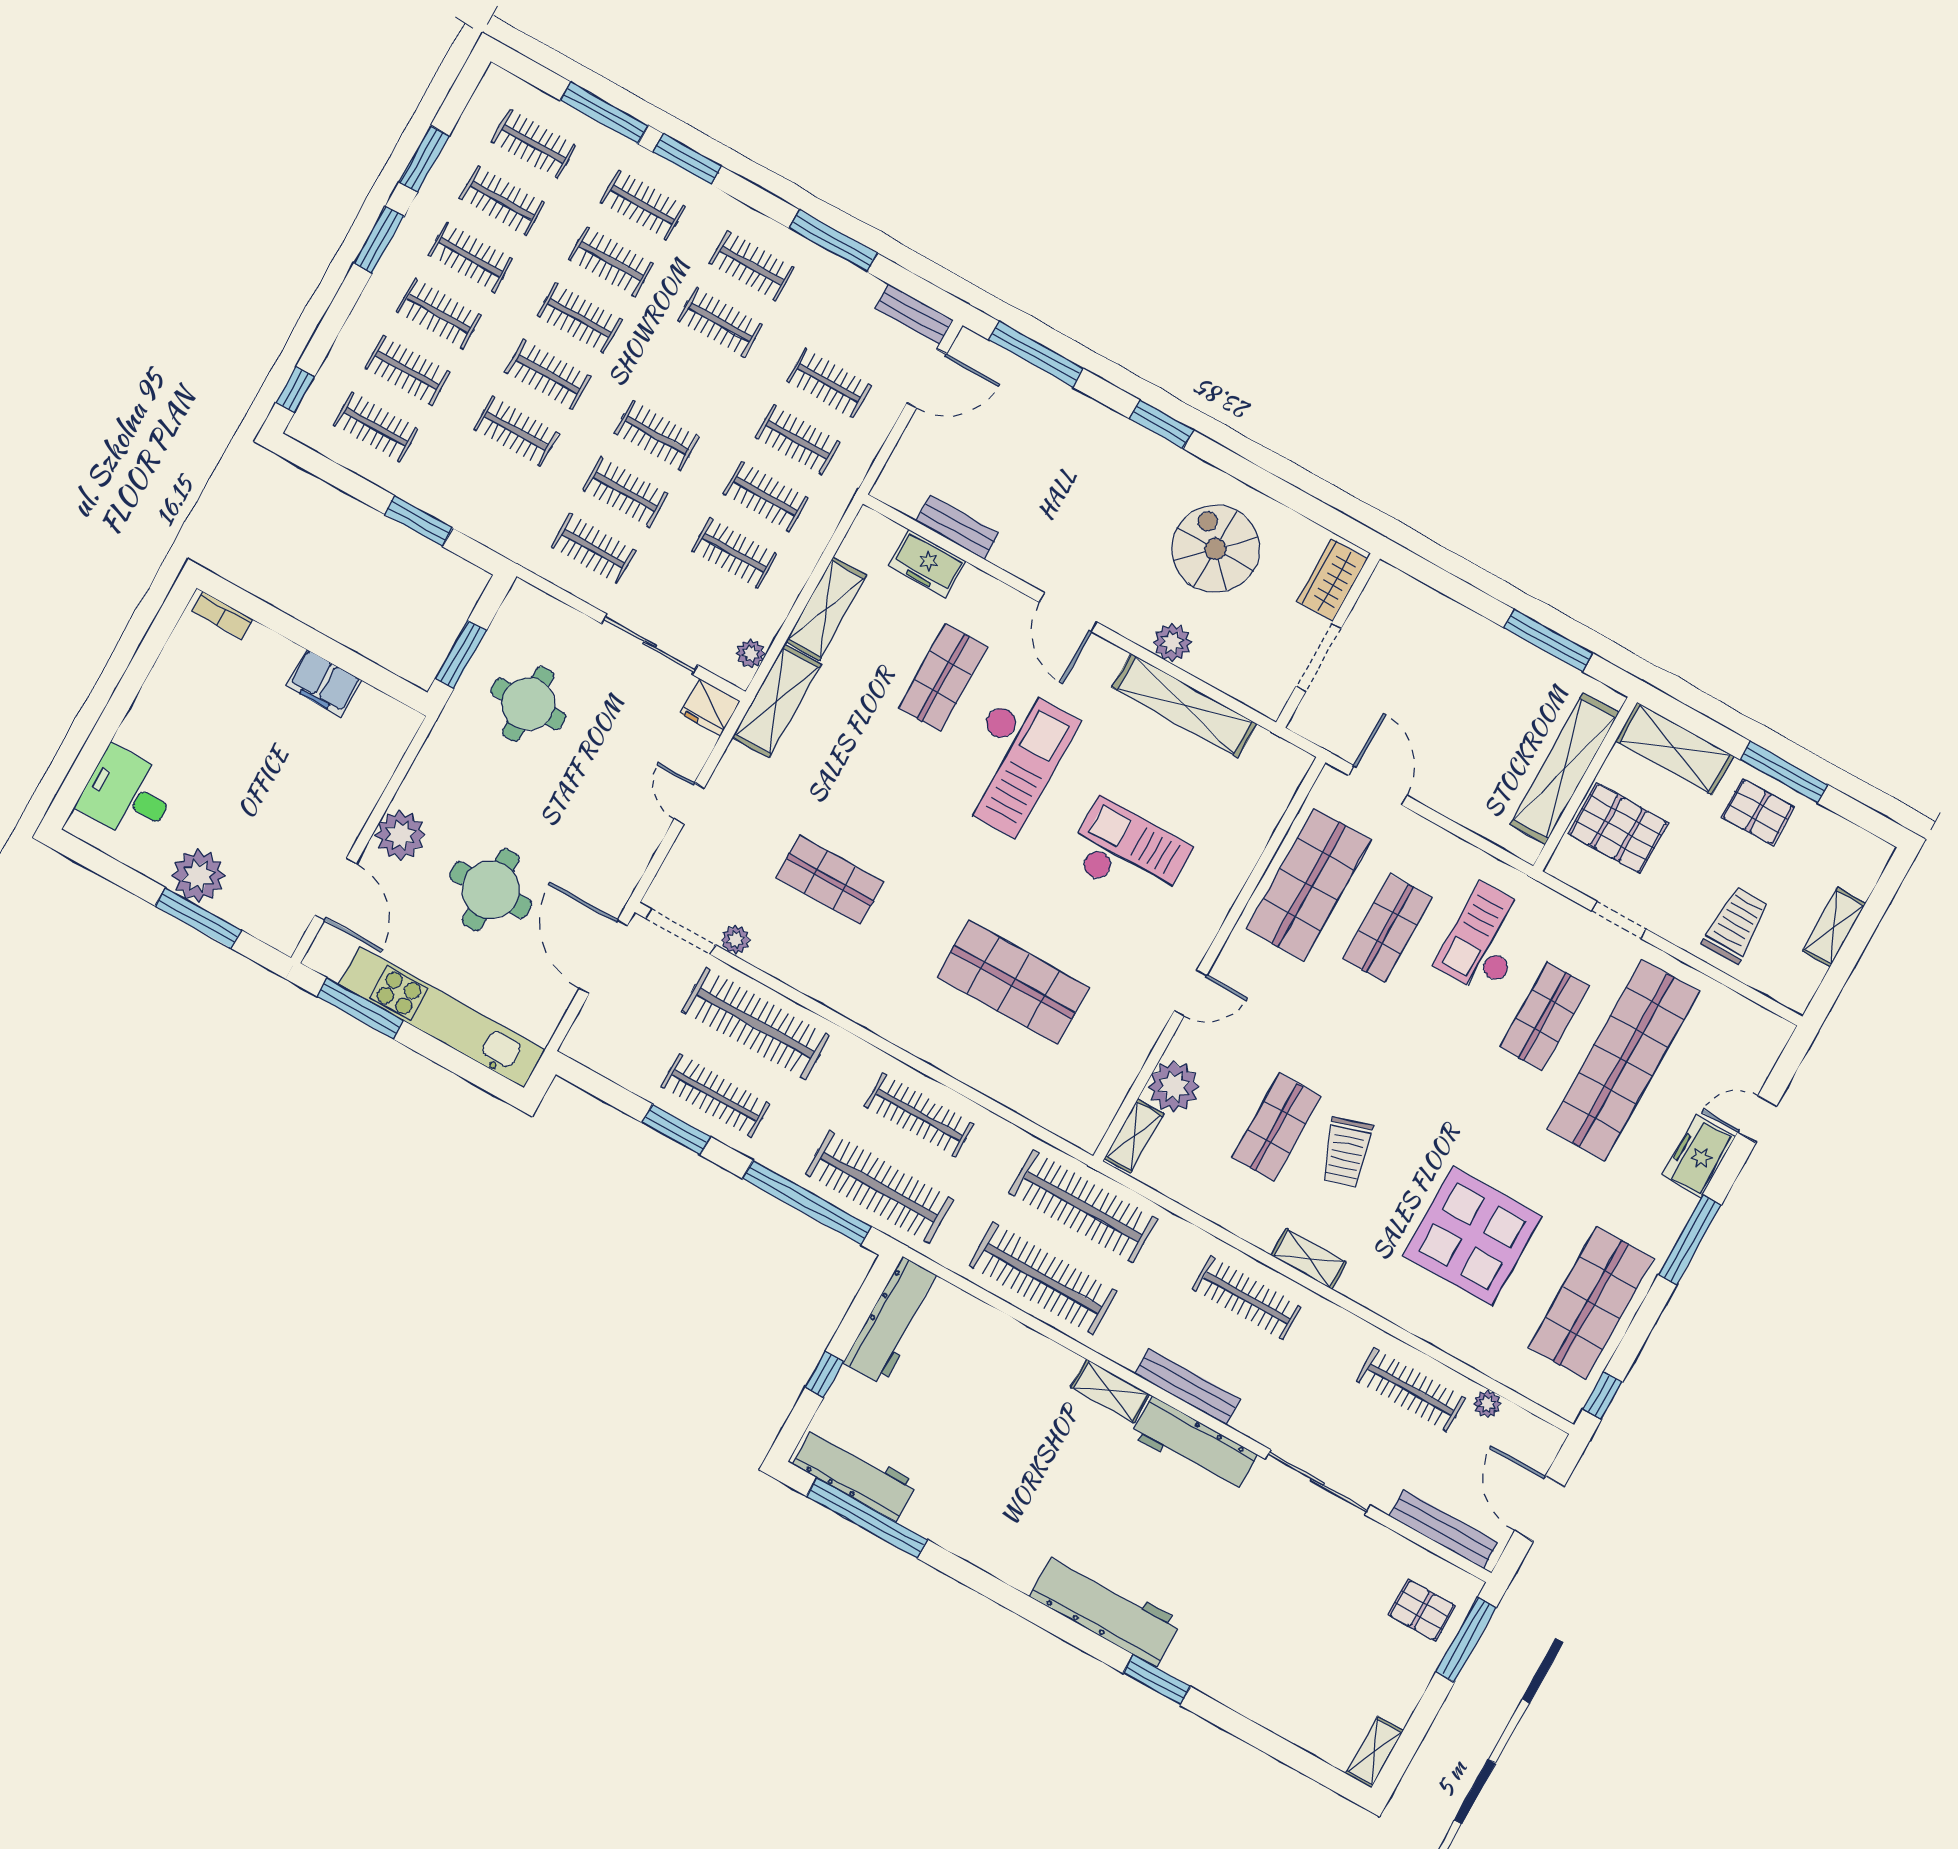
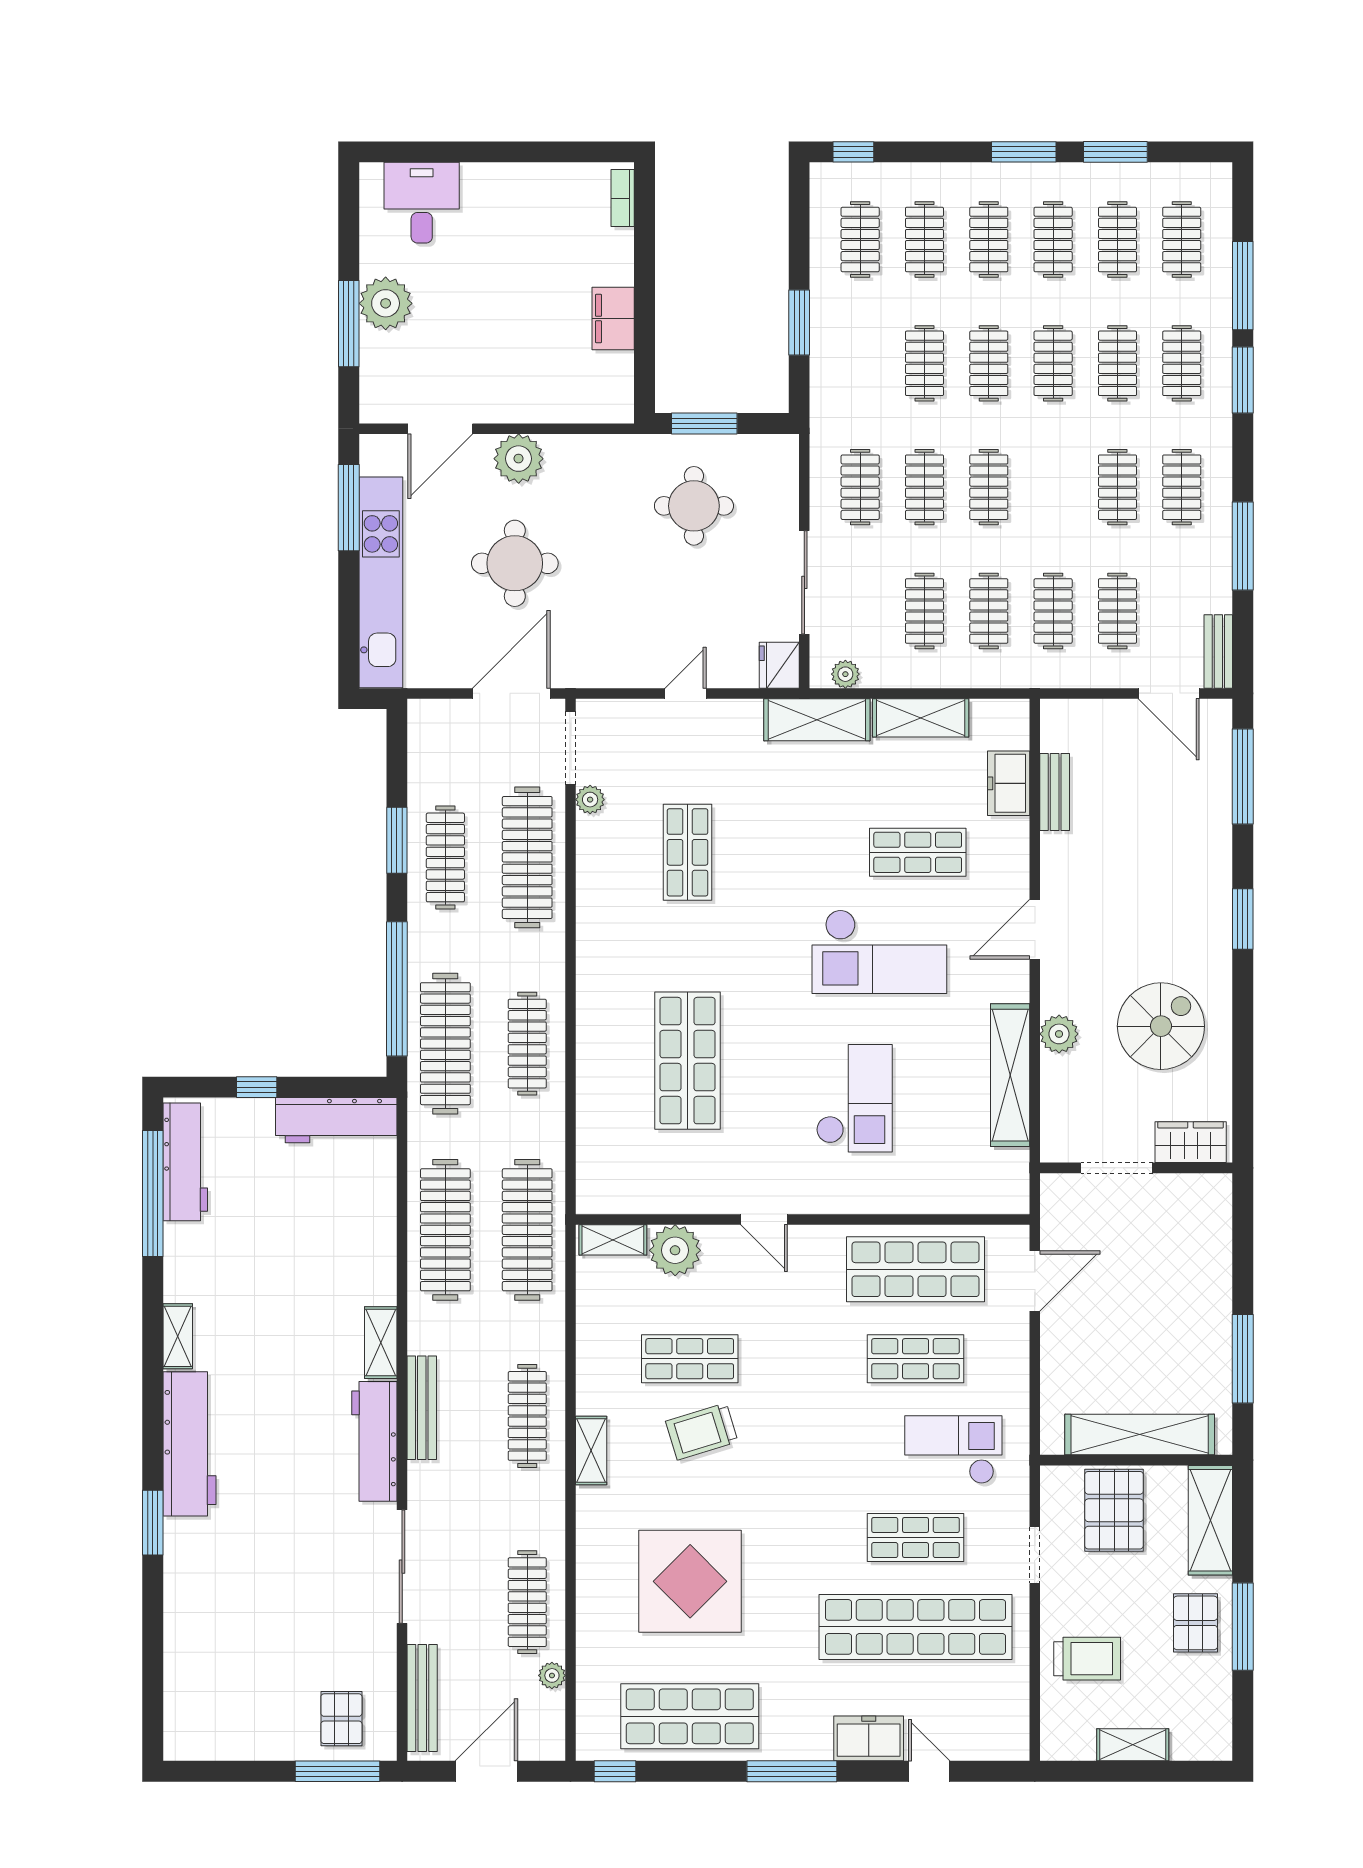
shelving: (1374, 1752) -> (178, 1336), moved, turned 90

